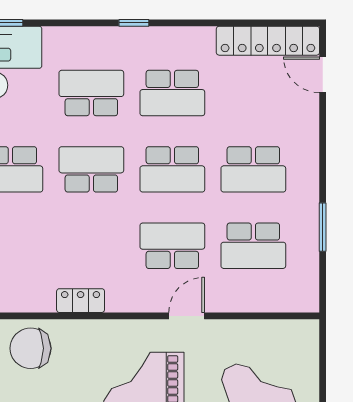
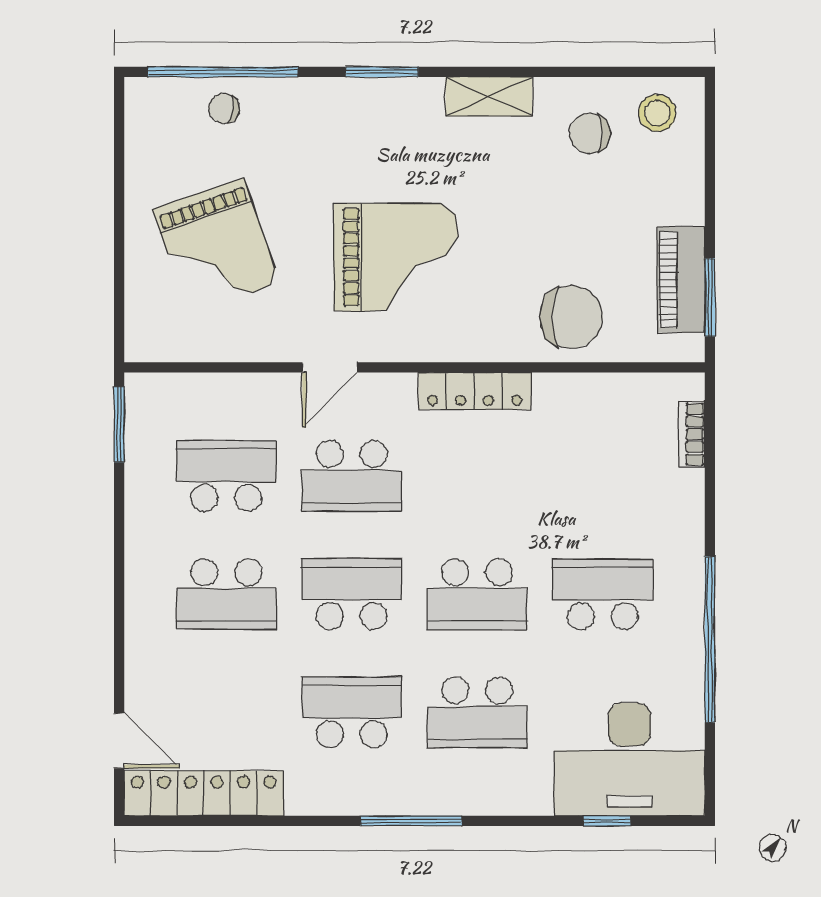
window: (134, 23) -> (411, 821), width x2.17
school desk: (253, 169) -> (226, 594), turned 180
window: (323, 227) -> (119, 424), moved
locker: (81, 301) -> (475, 391), width x1.53

